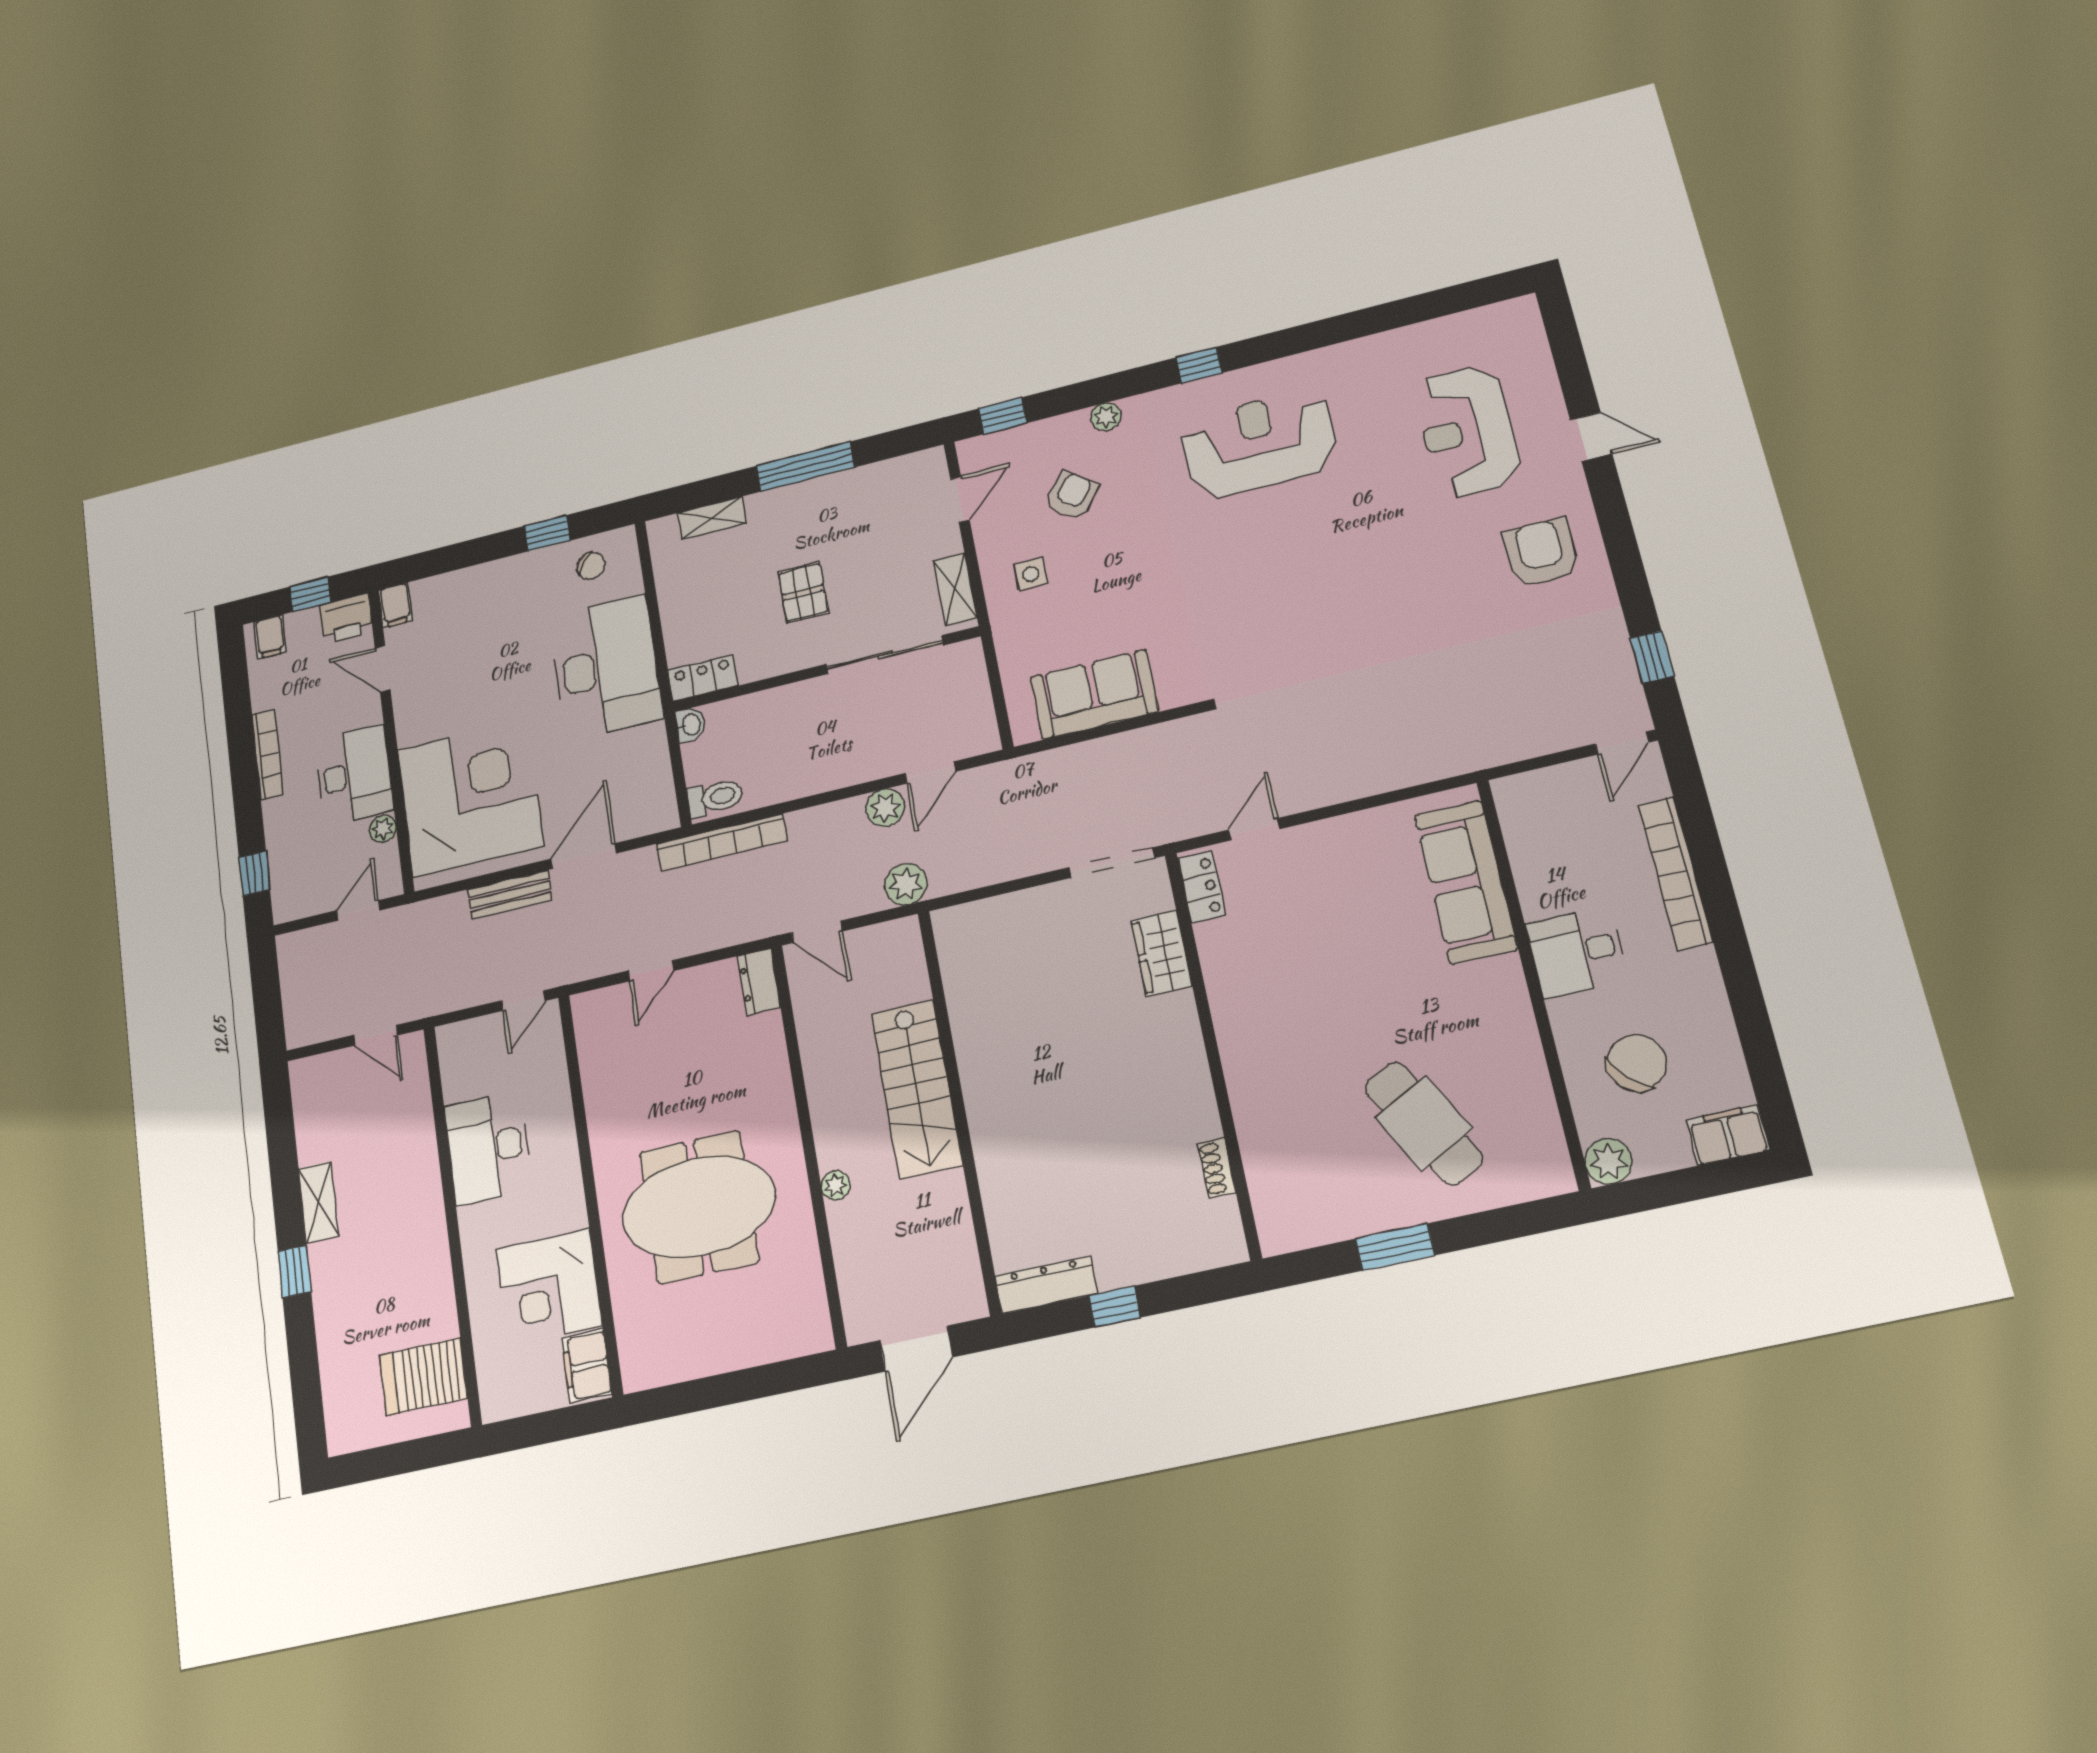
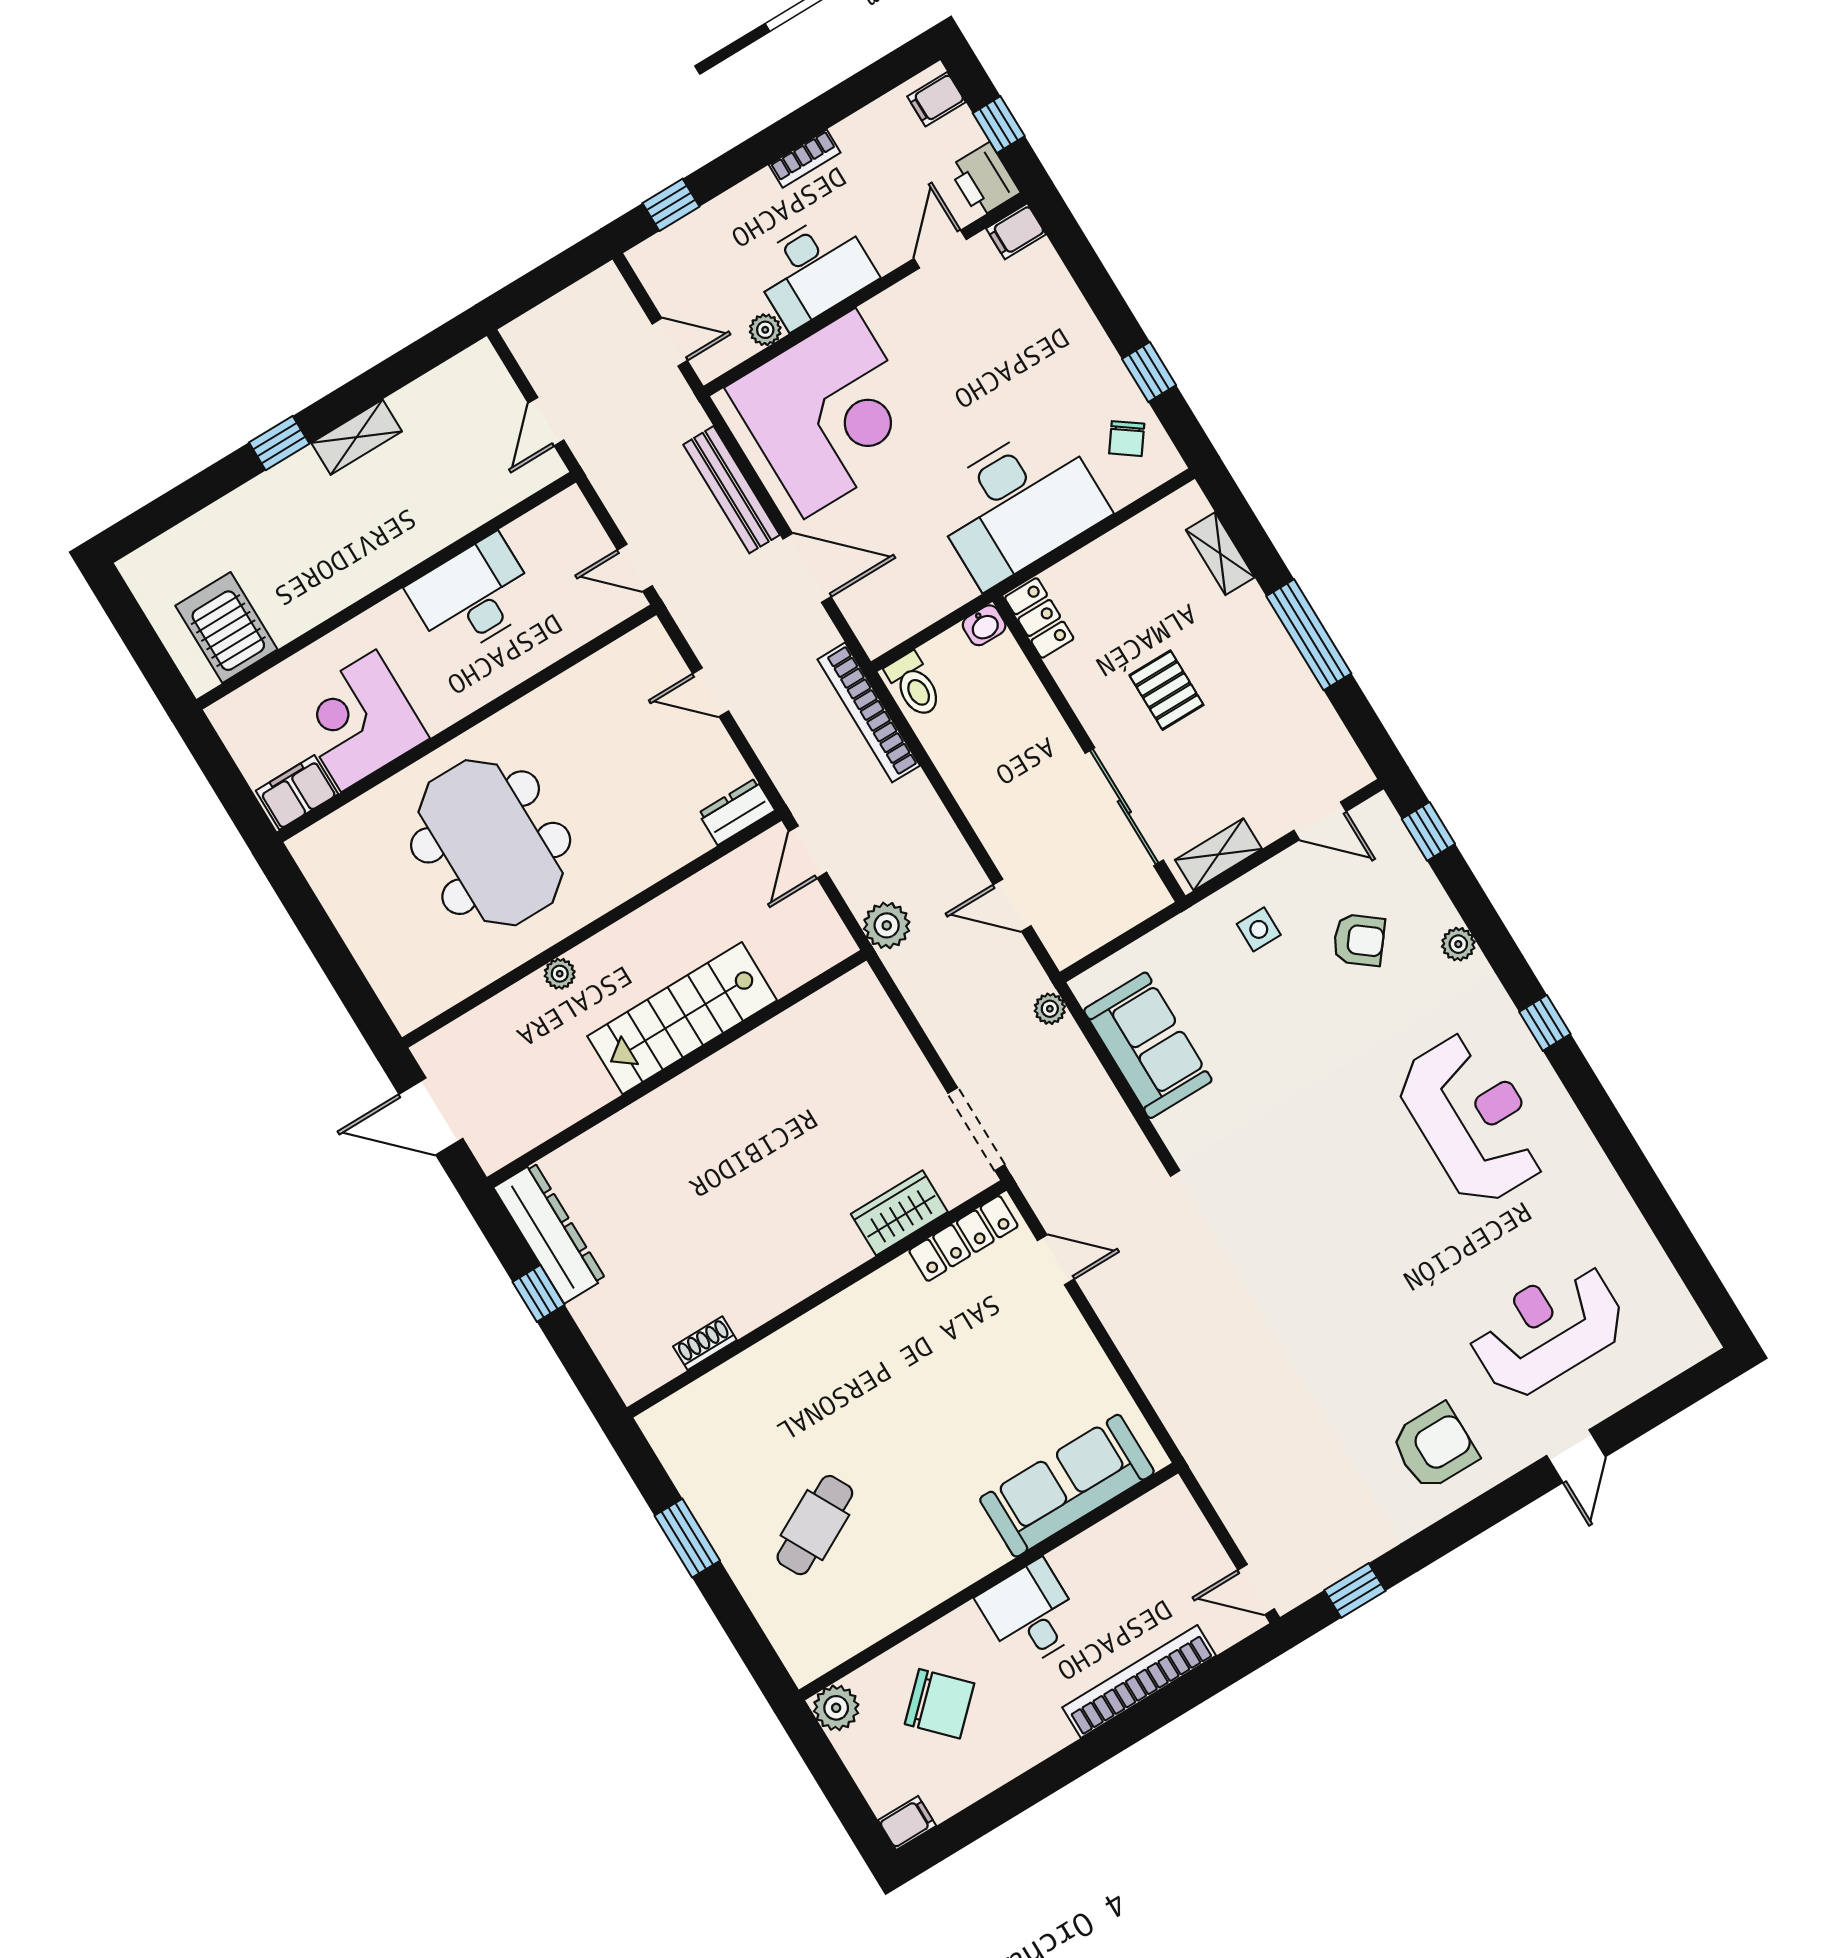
pallet: (803, 592) -> (1166, 690), turned 90
bookcase: (267, 755) -> (805, 159), width x0.64
plant: (885, 808) -> (1050, 1009), moved, width x0.73, depth x0.73
locker: (1202, 887) -> (963, 1238), width x1.53
bench: (510, 895) -> (731, 490), width x1.36
cafe table: (1424, 1123) -> (815, 1525), width x0.73, depth x0.74
filing cabinet: (1728, 1135) -> (907, 1823), width x0.50
dresser: (1046, 1285) -> (549, 1233), width x1.37, depth x1.24

